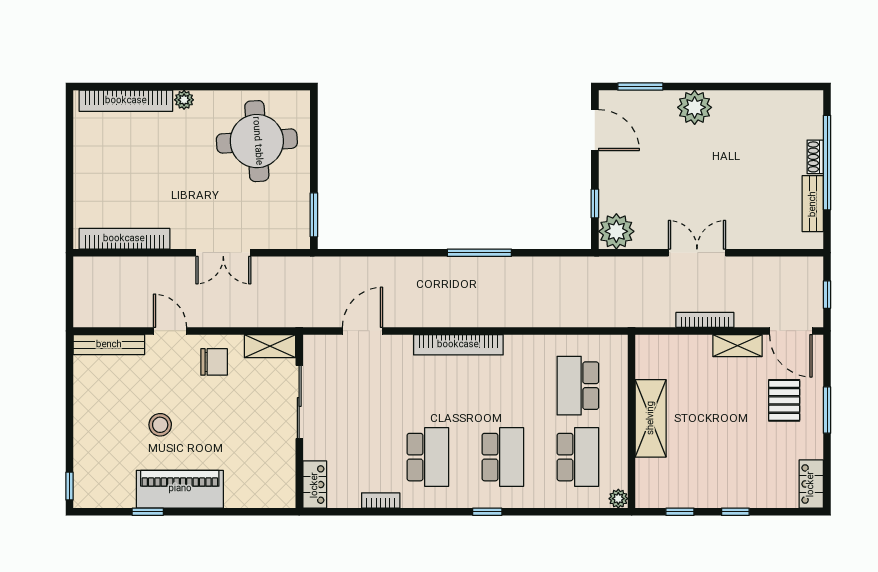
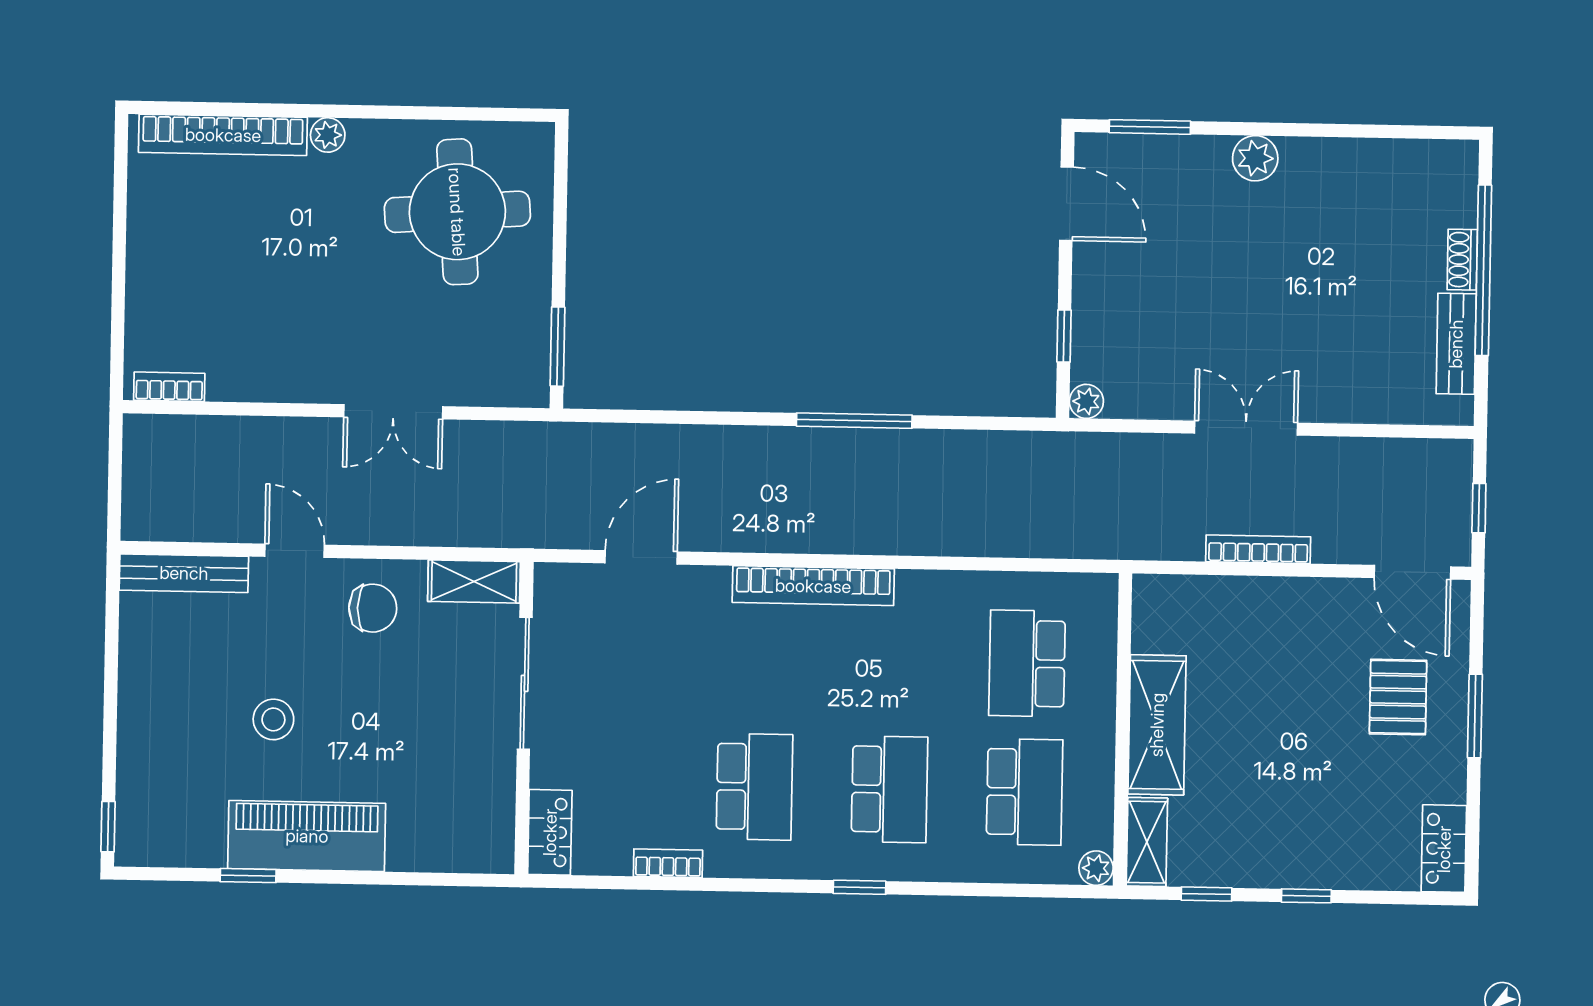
plant: (695, 107) -> (1255, 158), width x0.73, depth x0.73
plant: (616, 231) -> (1086, 401), width x0.53, depth x0.53
bookcase: (124, 239) -> (169, 387), width x0.43, depth x0.76
shelving: (738, 346) -> (1147, 842), moved, turned 90

